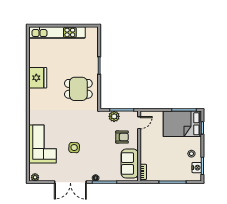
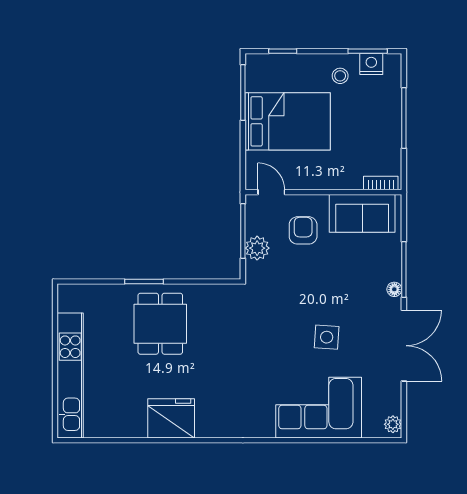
dining table: (78, 89) -> (160, 324), moved
bed: (182, 124) -> (288, 121), moved, turned -90

